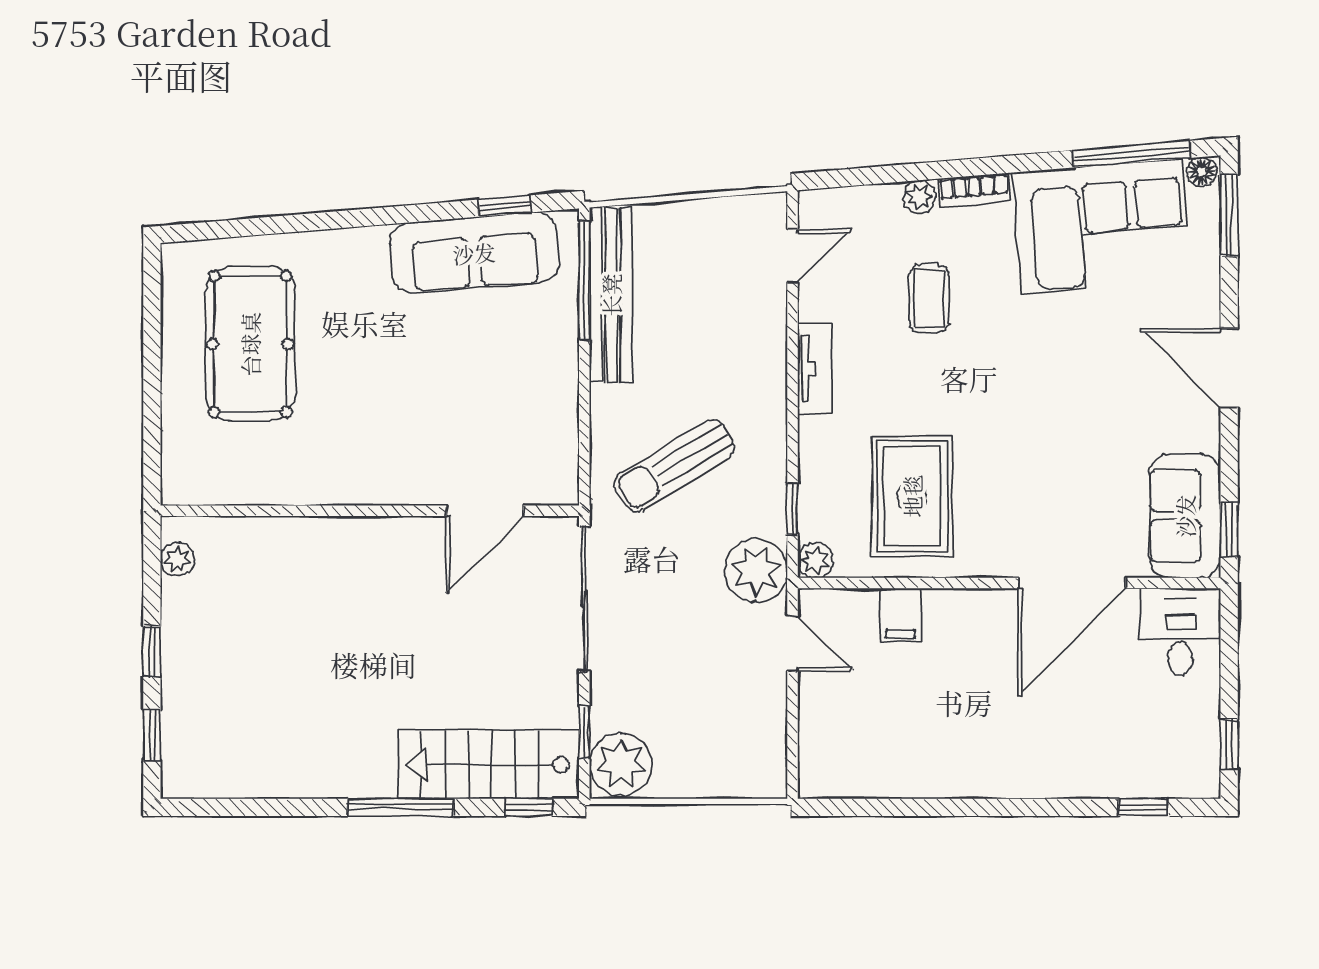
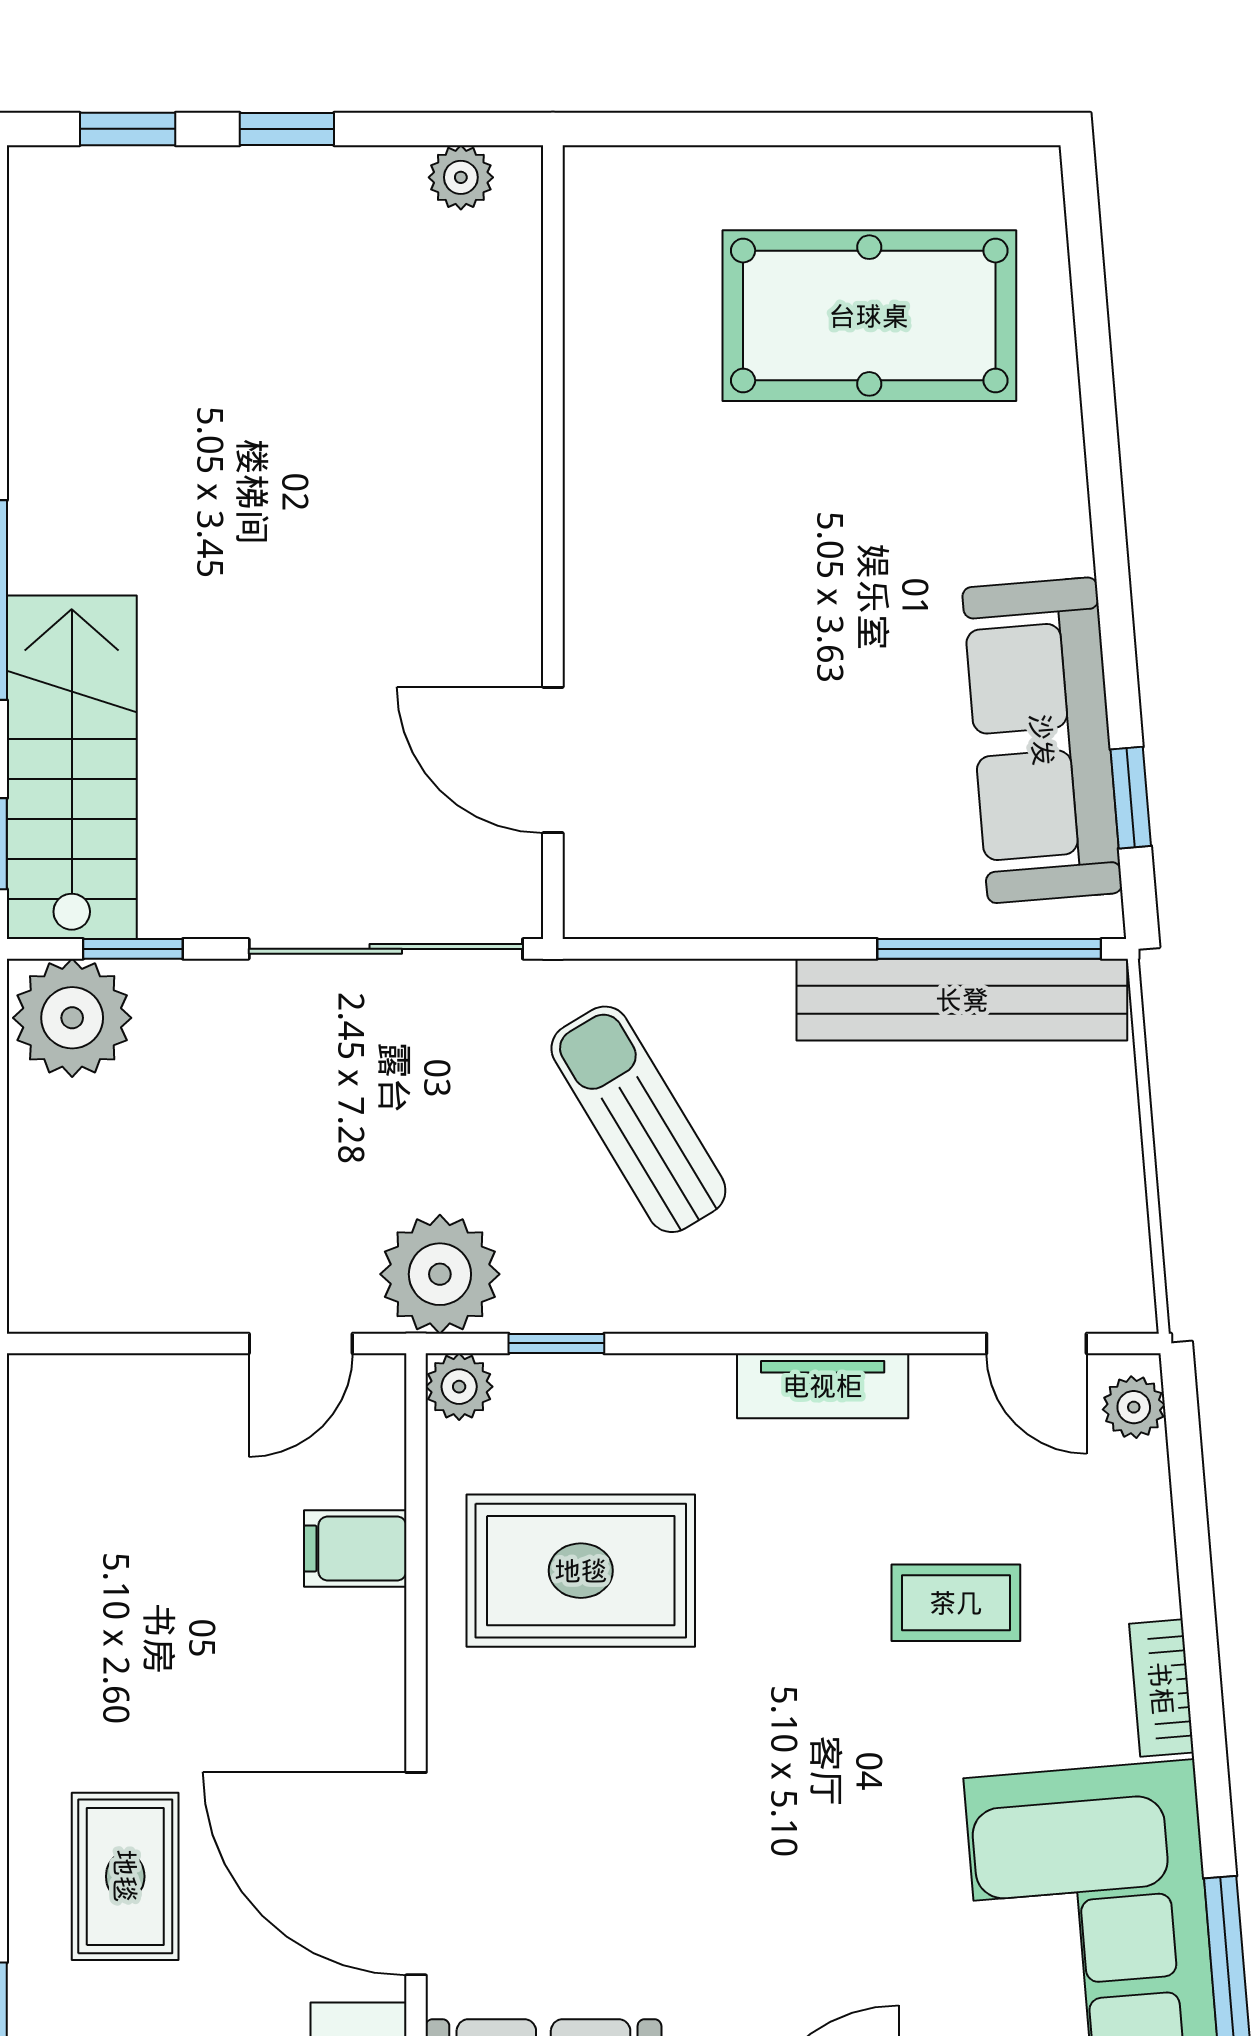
plant: (919, 197) -> (1134, 1407), moved
rug: (1074, 736) -> (125, 1876), added

